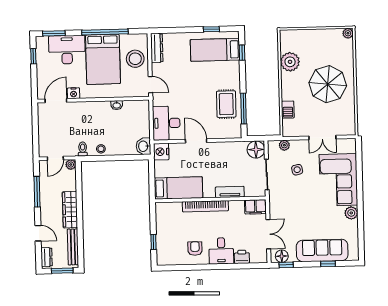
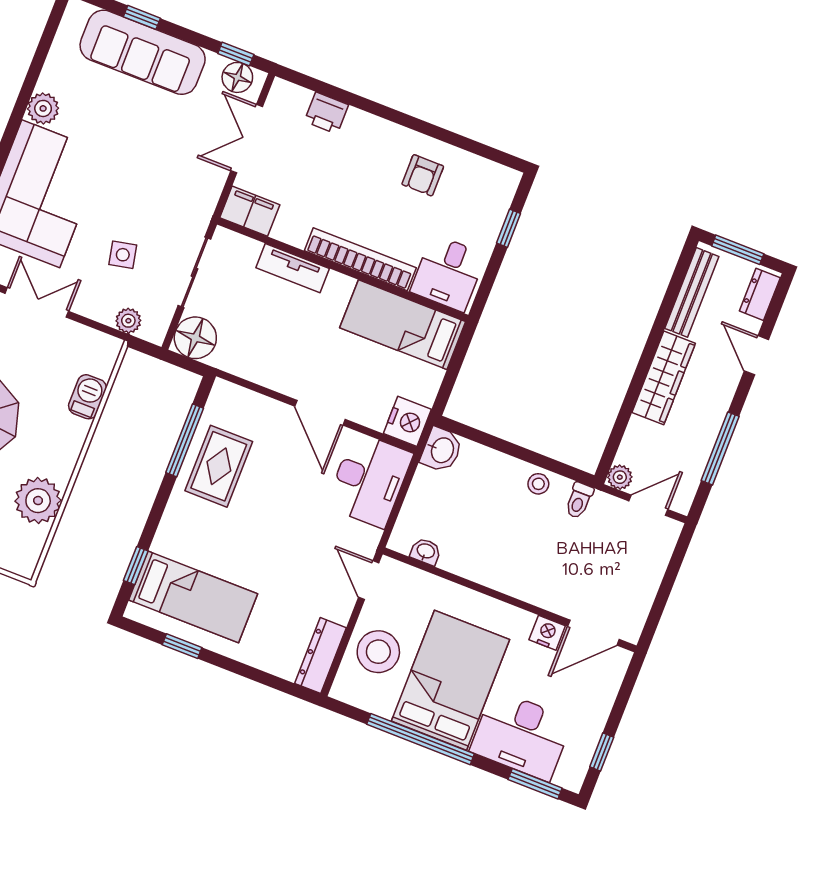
washbasin: (117, 105) -> (426, 551), moved
desk: (221, 251) -> (448, 273), moved, turned 180

